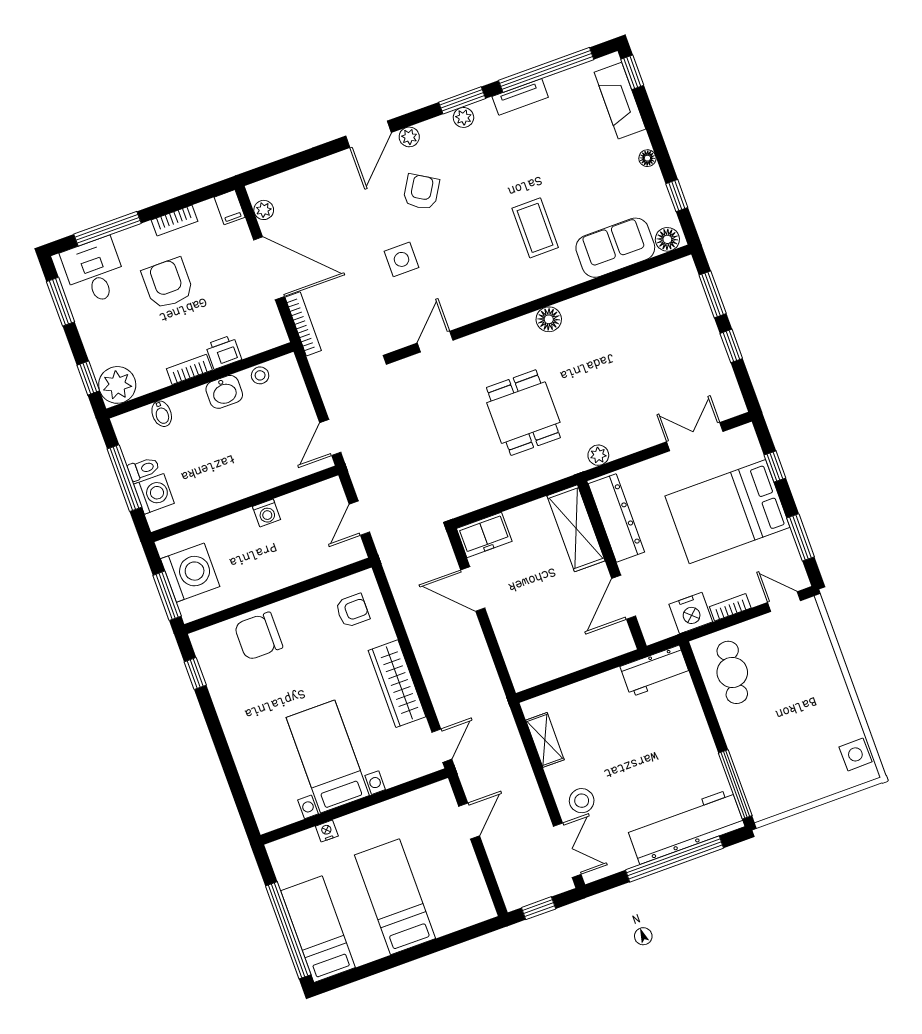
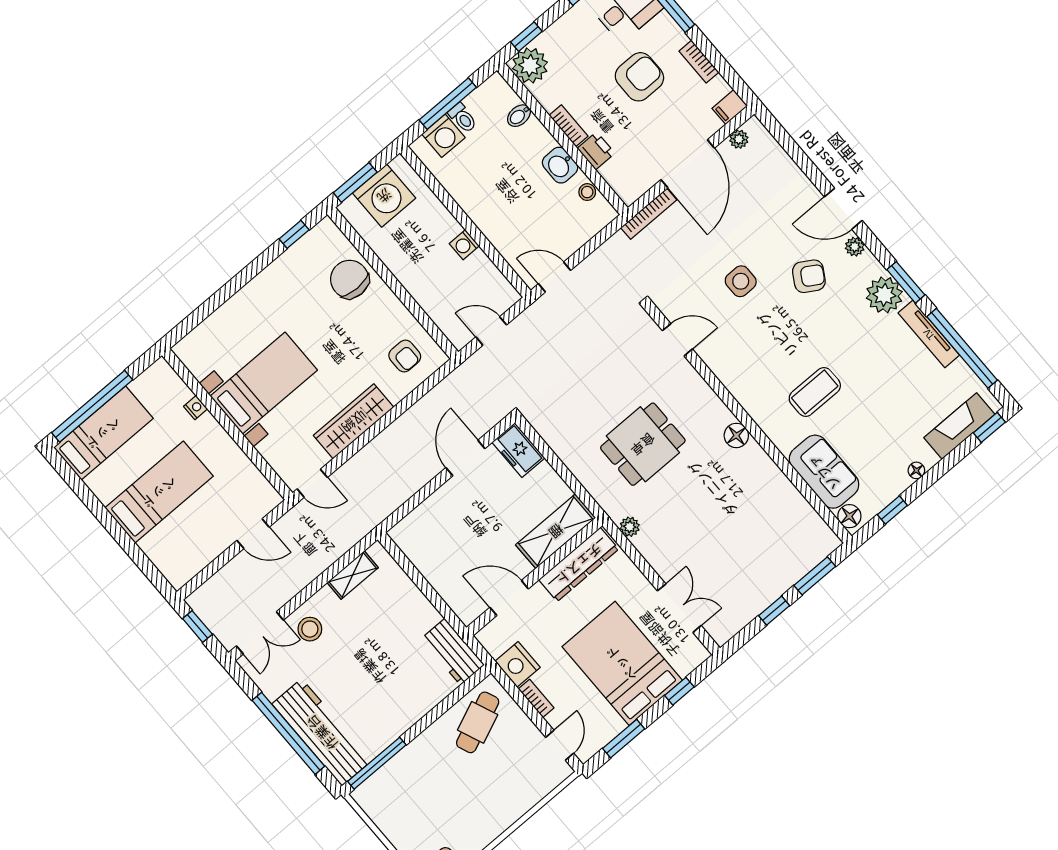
tv unit: (520, 97) -> (929, 334), width x1.41
plant: (463, 117) -> (884, 295), width x1.87, depth x1.87
cafe table: (732, 672) -> (478, 722), turned -31

